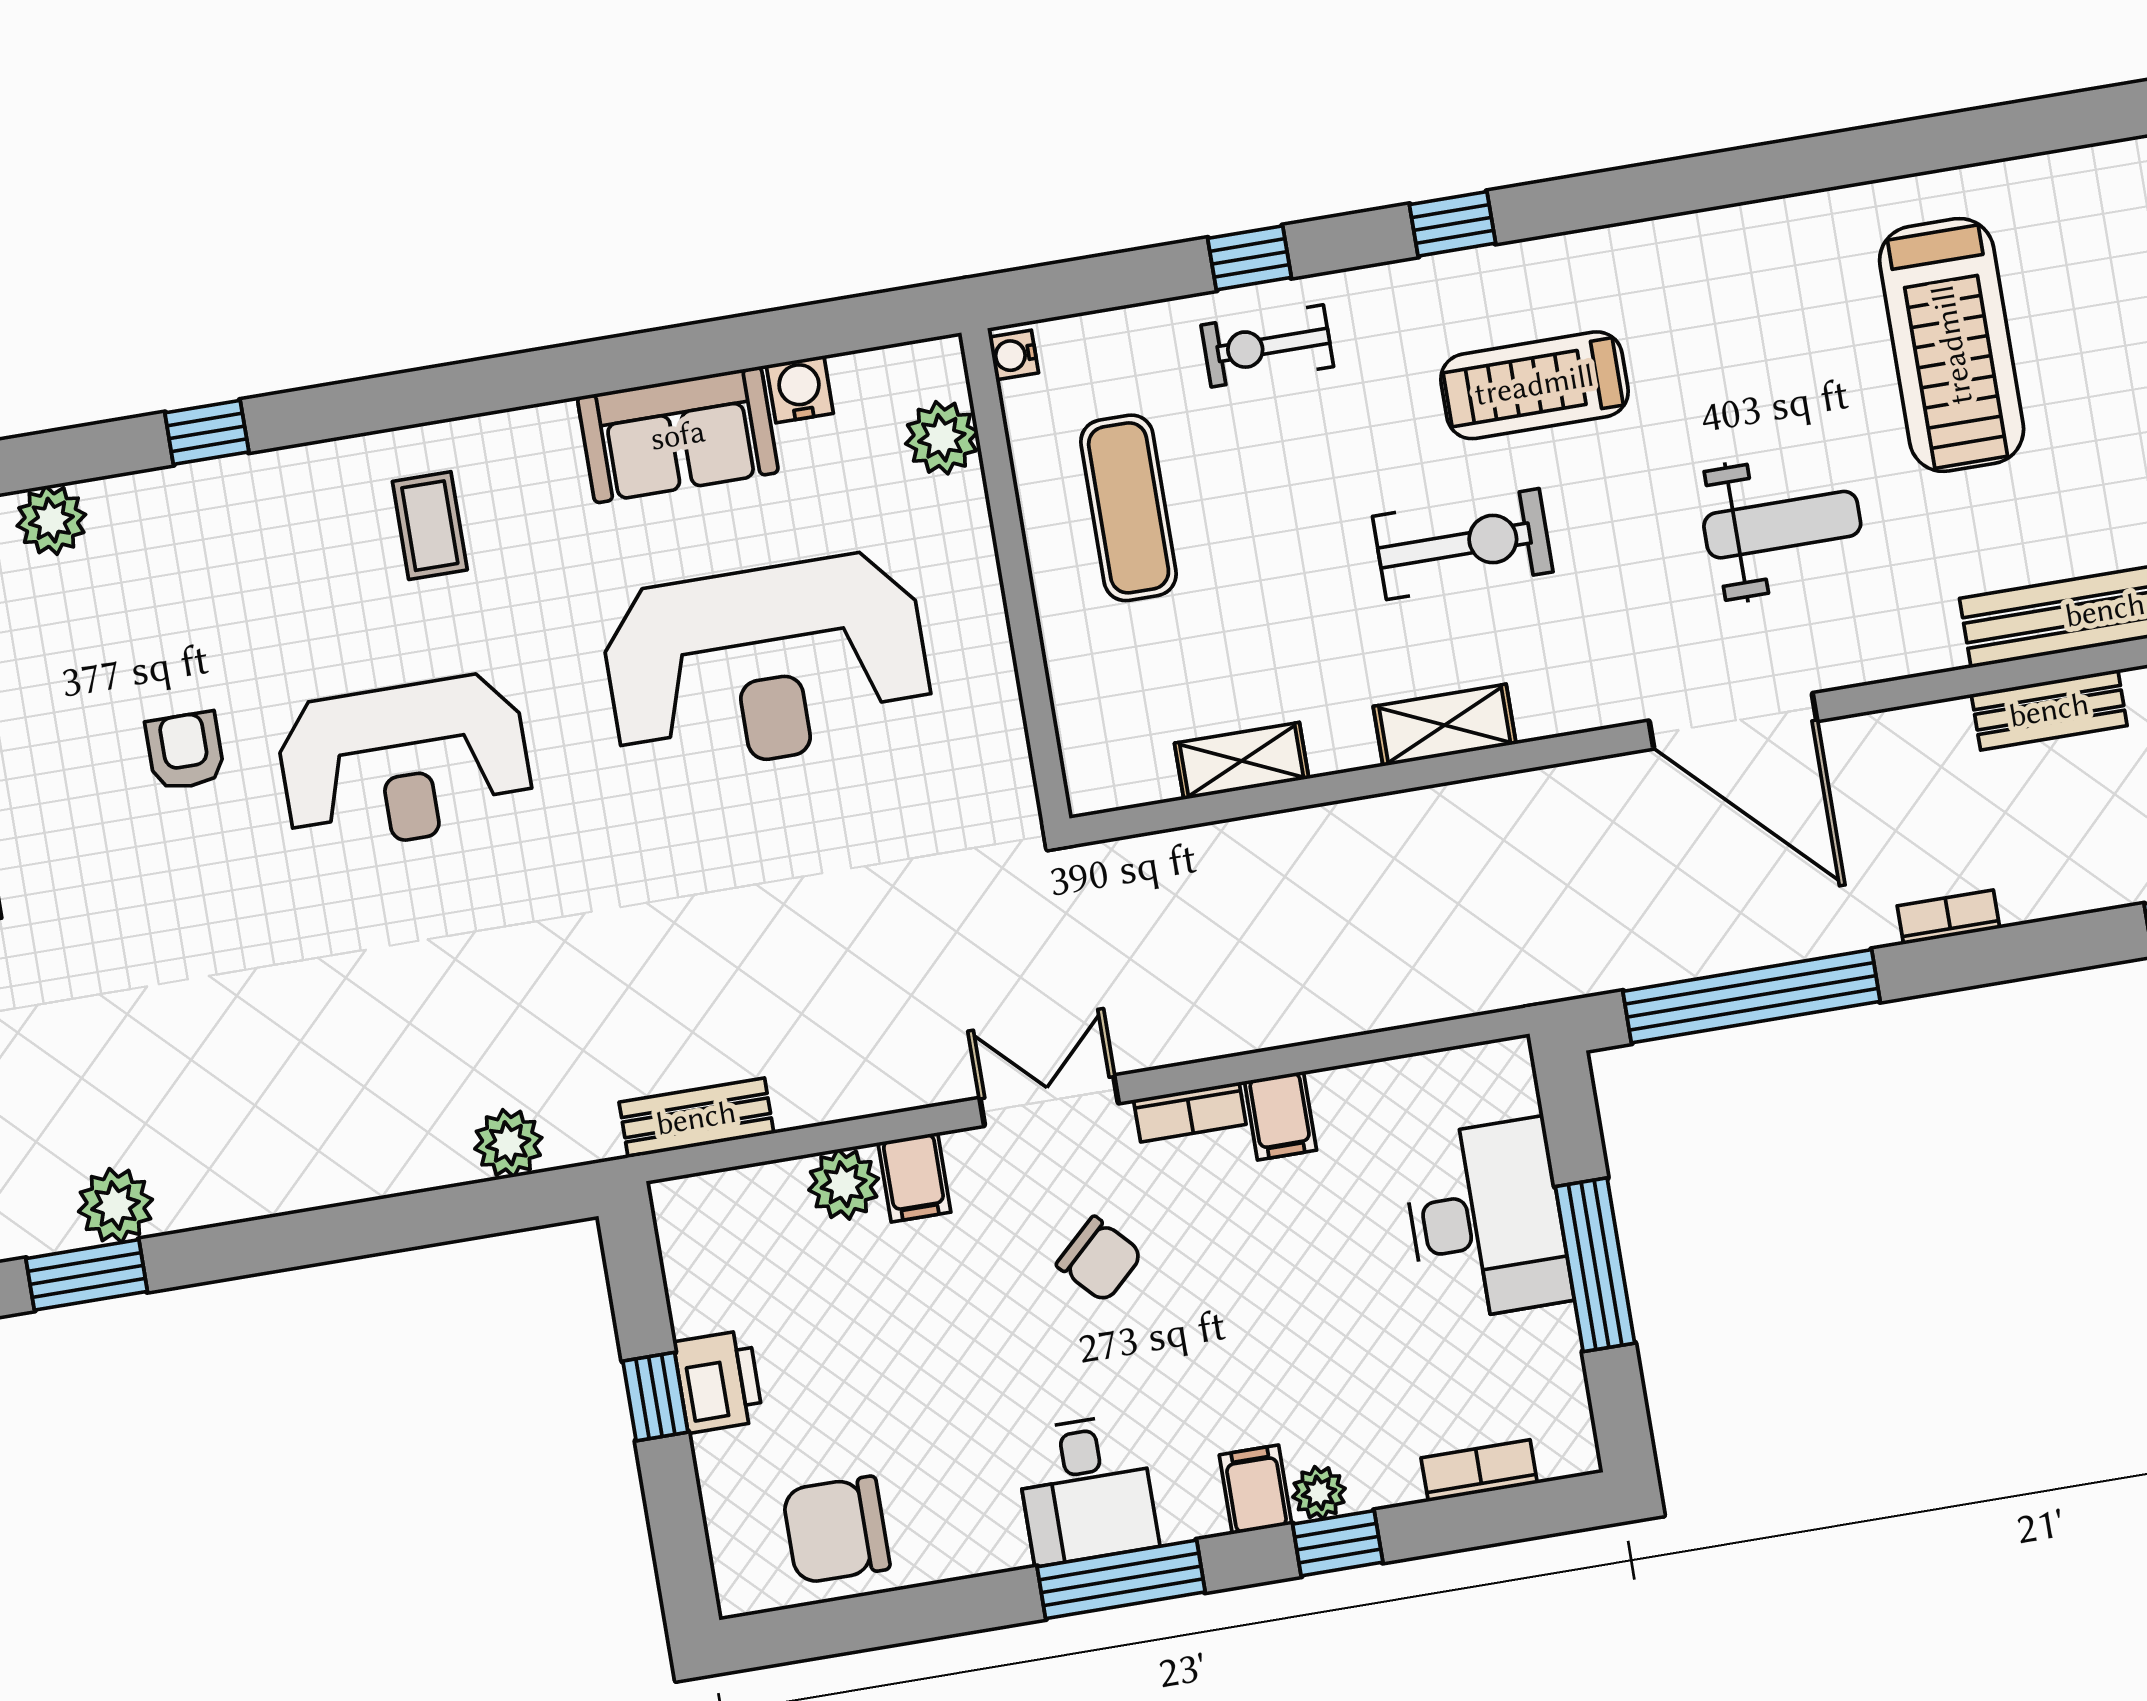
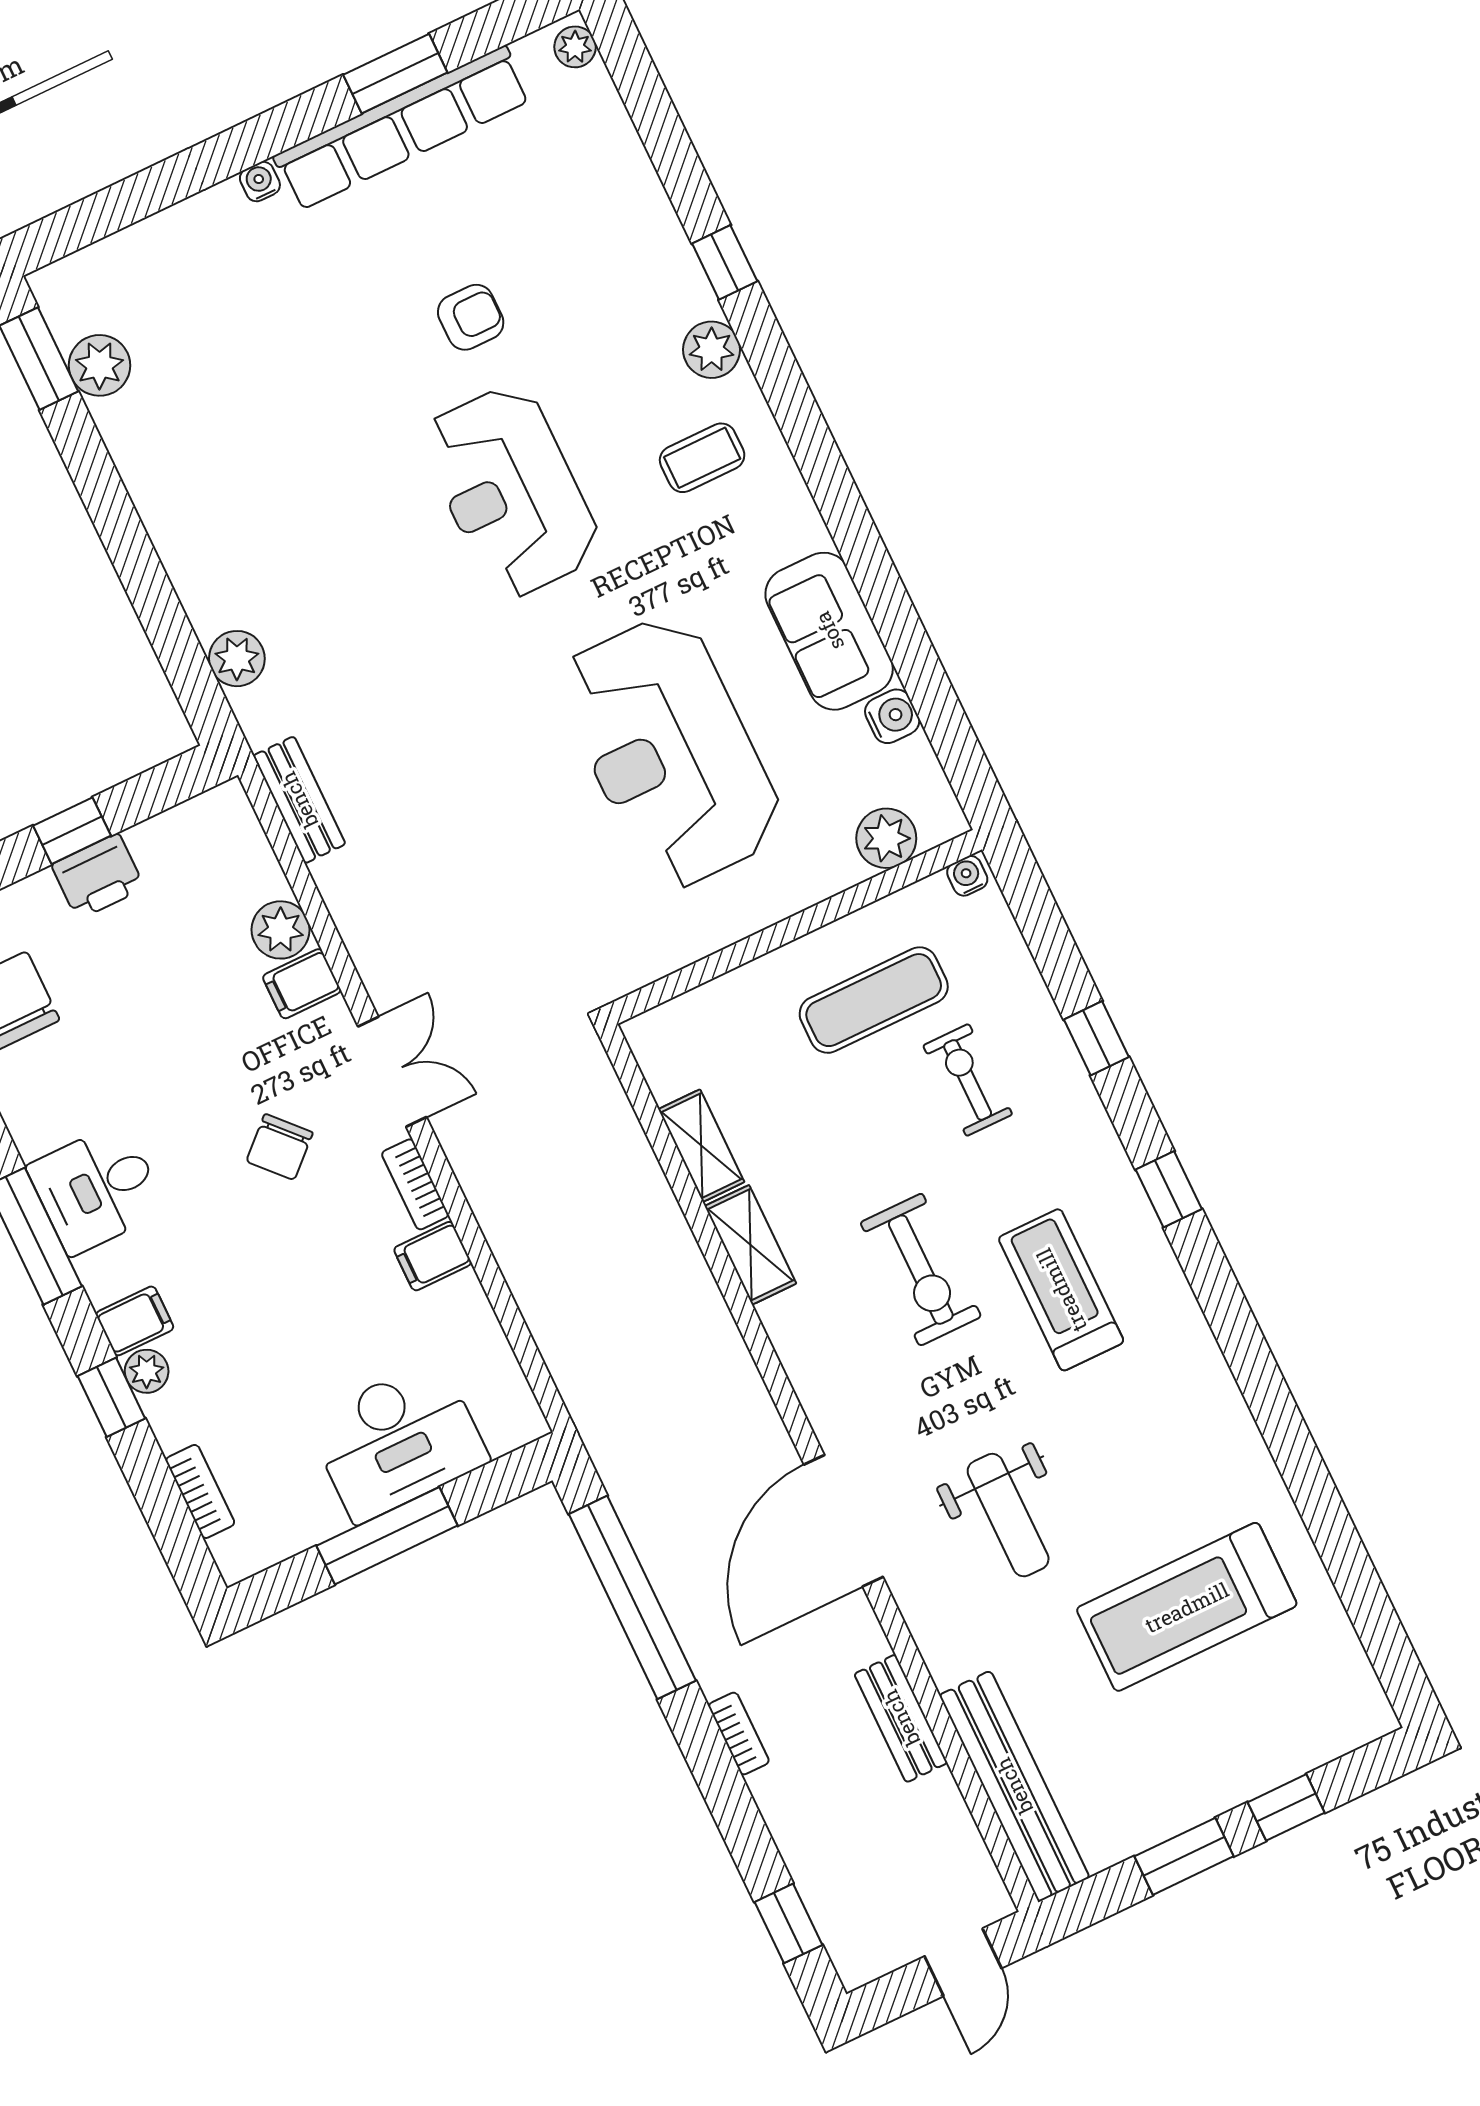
exercise bike: (1267, 346) -> (968, 1080), moved
plant: (51, 520) -> (712, 350), moved
bench: (2049, 710) -> (901, 1718), moved
shelving: (1445, 725) -> (750, 1245), moved

